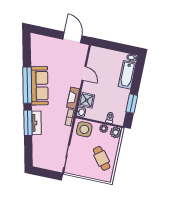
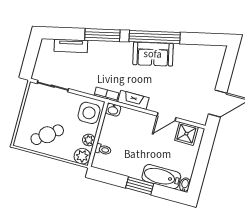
sofa: (40, 86) -> (153, 54), width x0.73
shower: (86, 100) -> (186, 134), moved
window: (132, 104) -> (140, 186), moved
tv unit: (37, 123) -> (71, 46), moved

